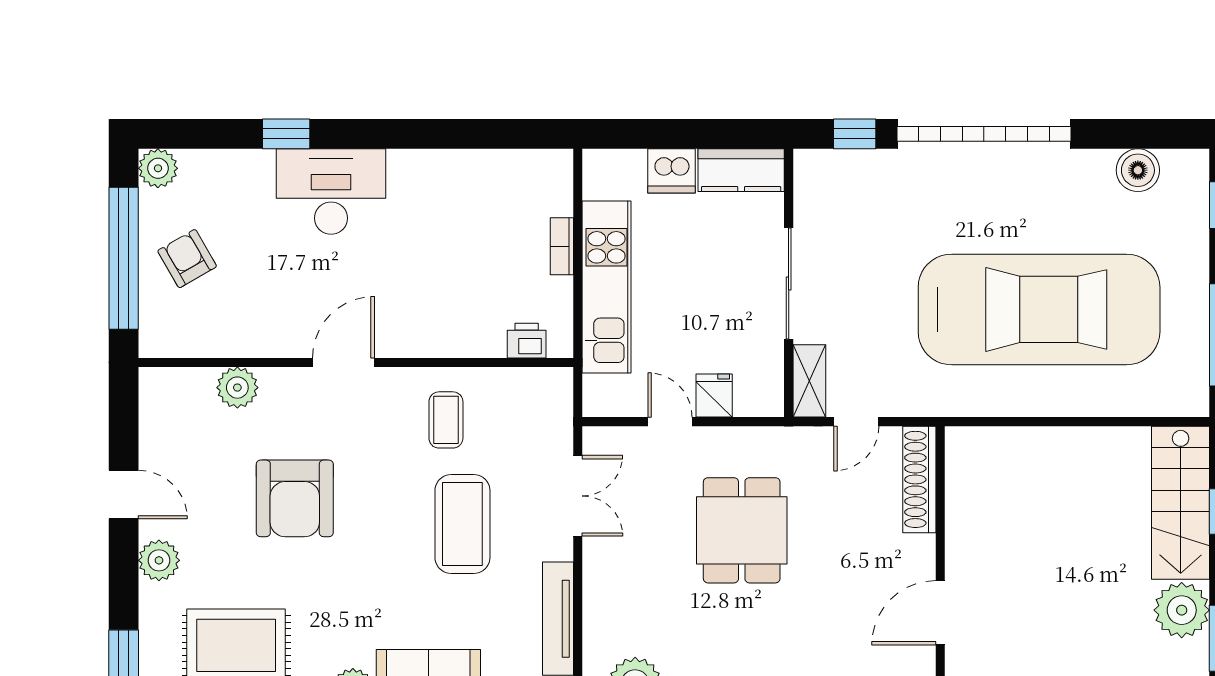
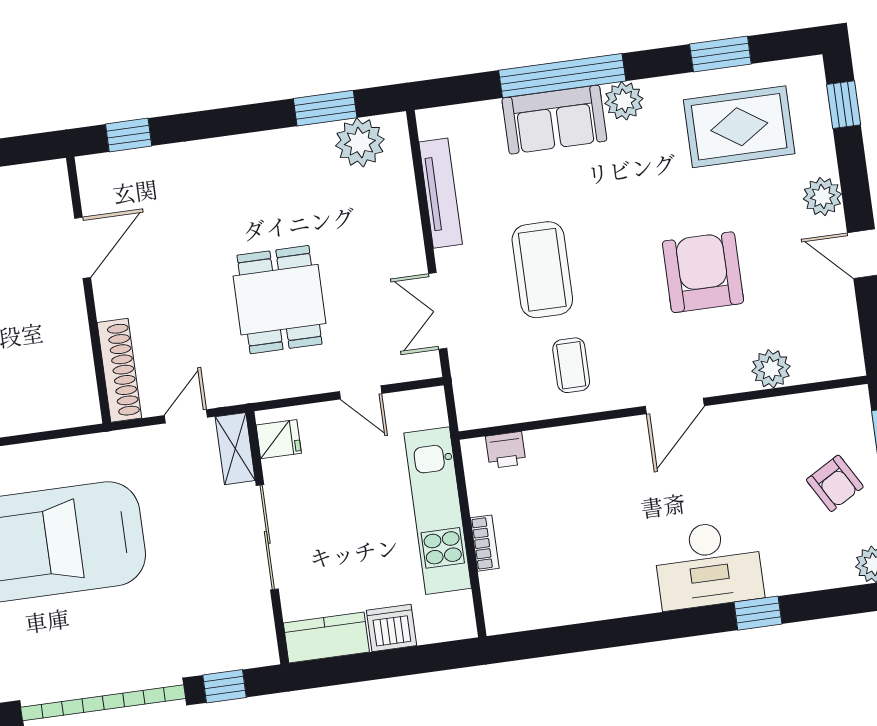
fridge: (714, 396) -> (279, 439), moved, turned -90

